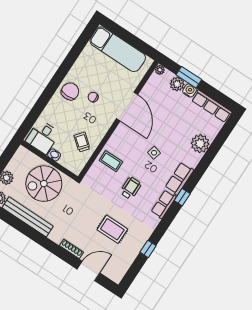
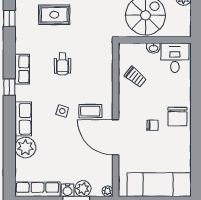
coffee table: (111, 161) -> (90, 111), moved
row of seats: (179, 179) -> (23, 119), moved

